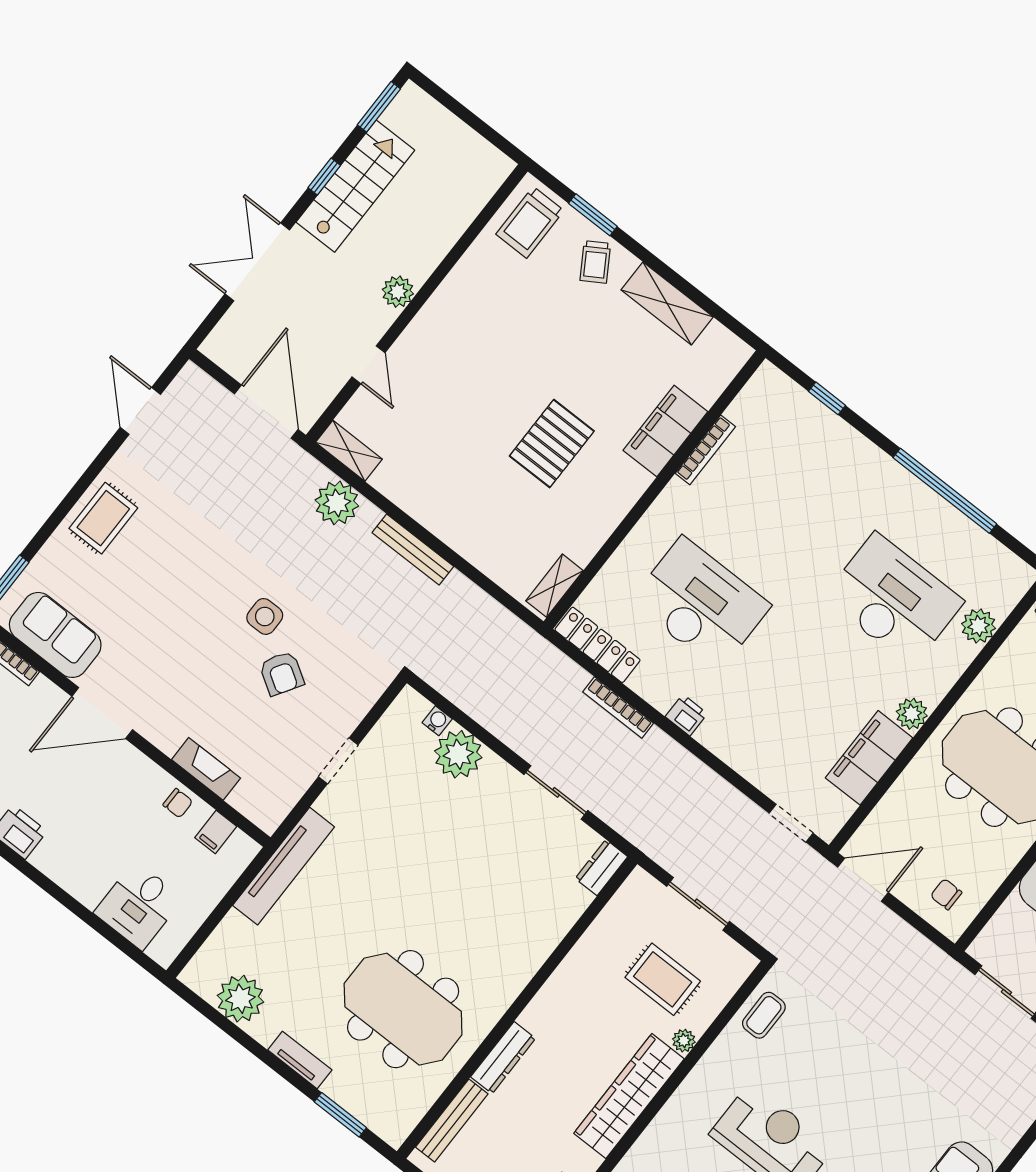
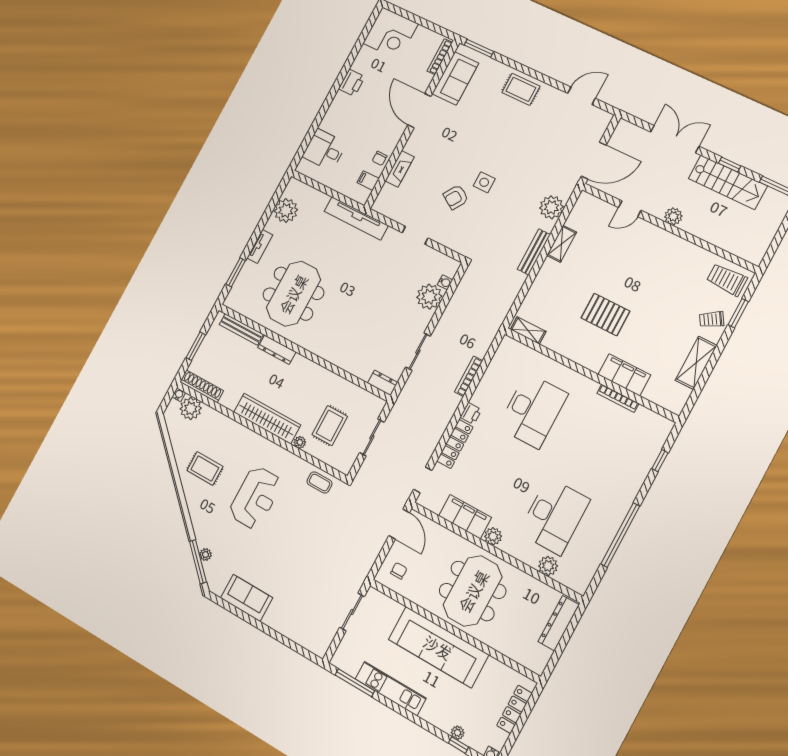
shelving: (349, 451) -> (562, 244), moved
locker: (597, 645) -> (455, 444), moved

